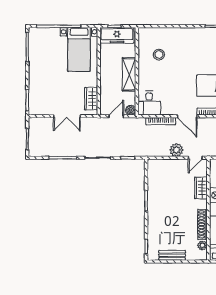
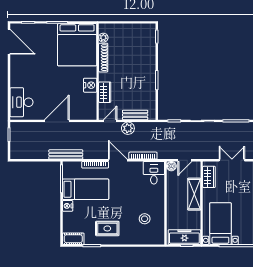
rug: (198, 44) -> (107, 228), added
shelving: (129, 74) -> (194, 194), moved
bench: (172, 255) -> (135, 115), moved

